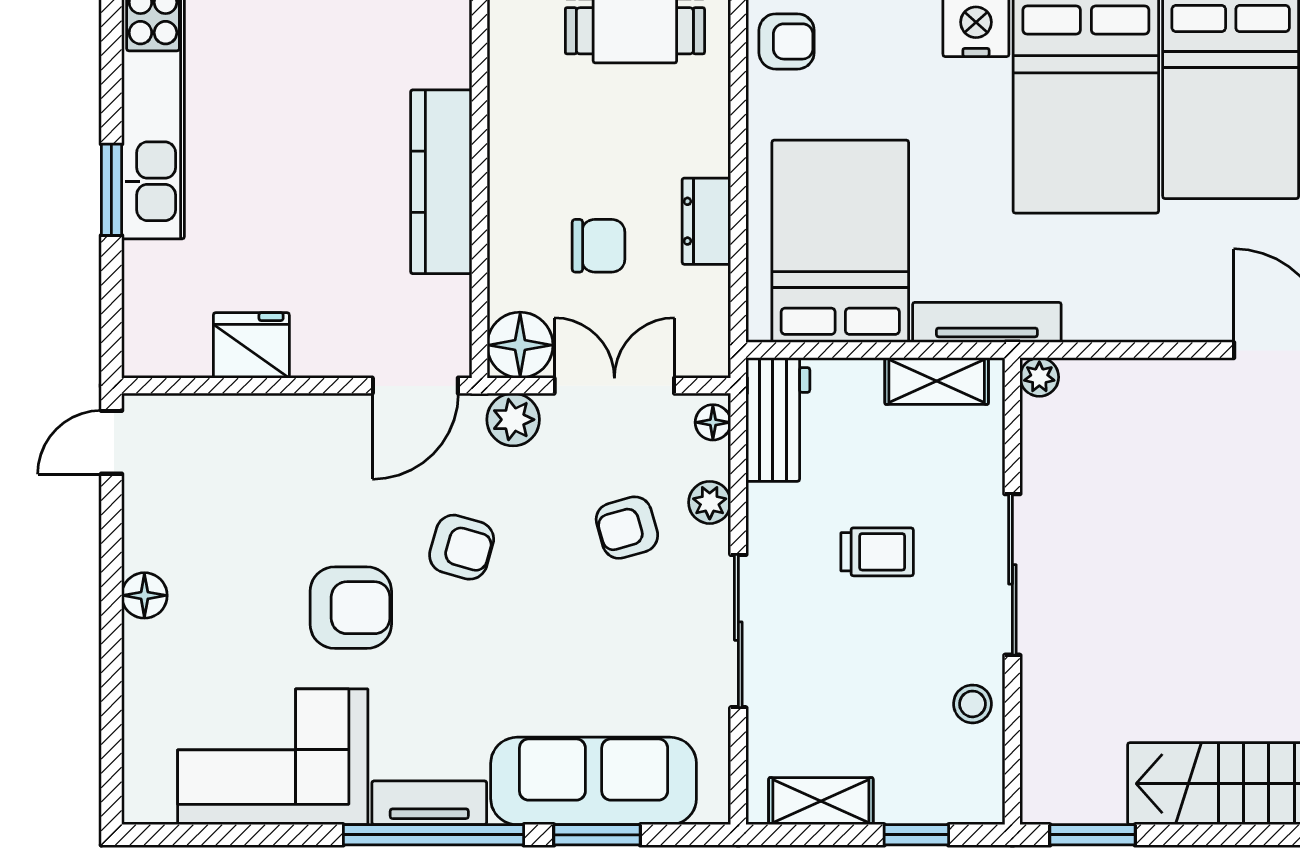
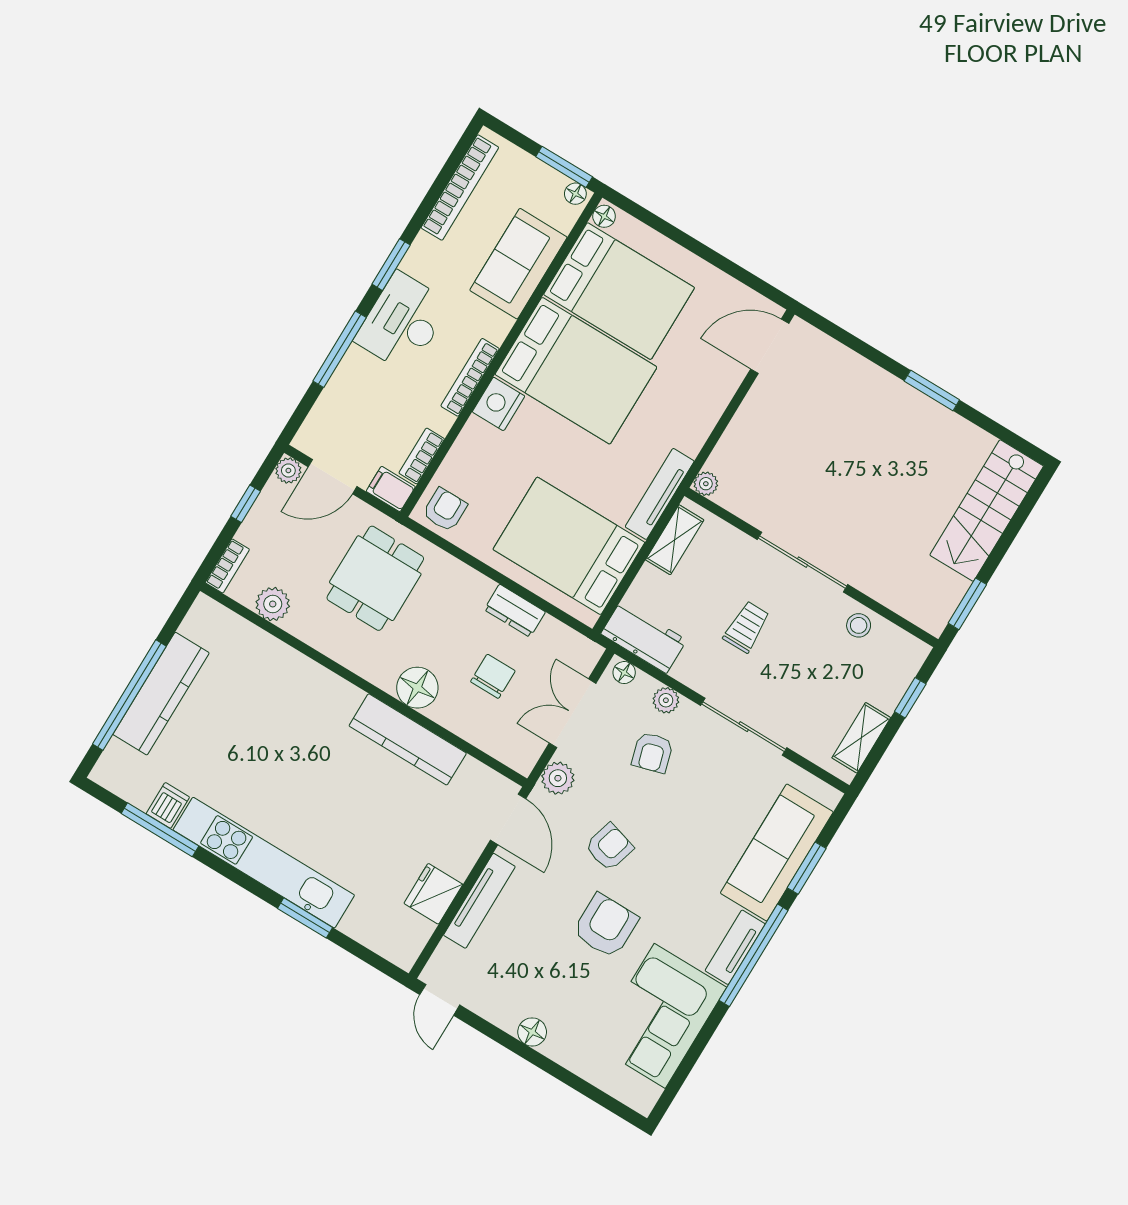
floor lamp: (520, 345) -> (417, 688), moved
tv unit: (280, 414) -> (479, 901), added

